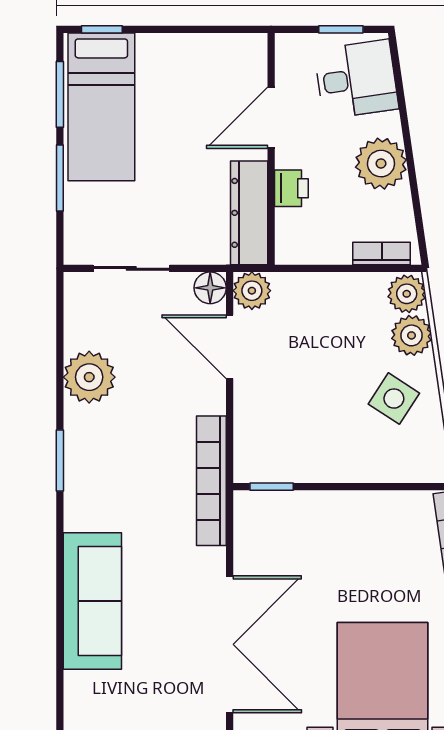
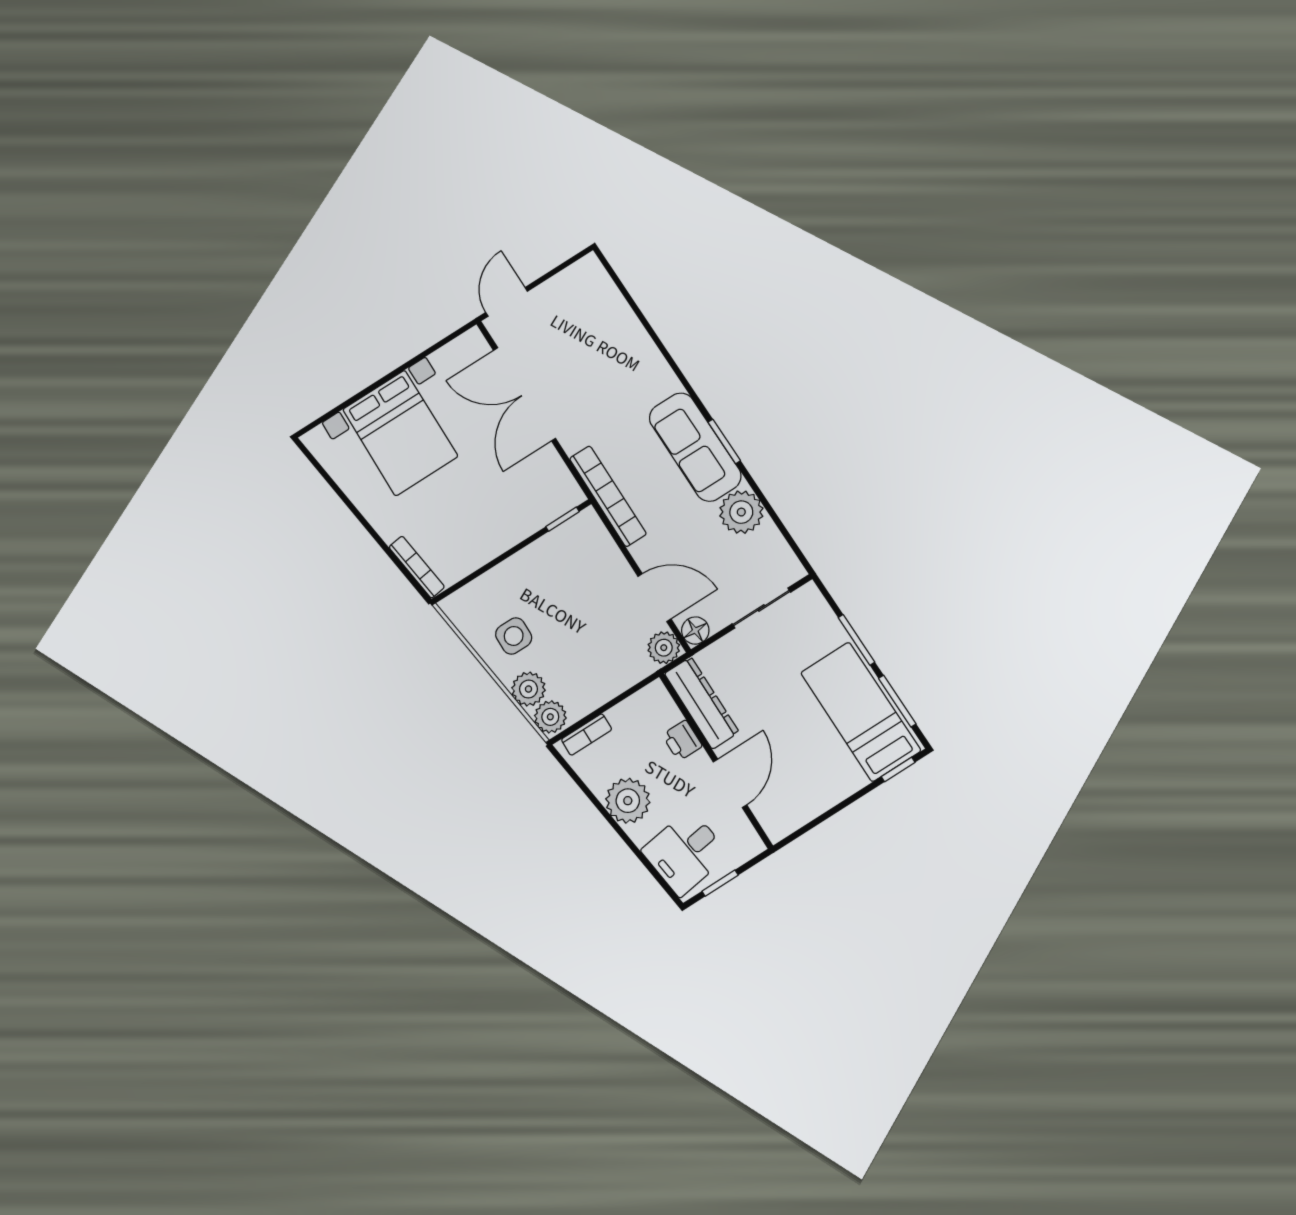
side table: (394, 399) -> (514, 636), turned -33
sofa: (92, 601) -> (695, 447), moved

